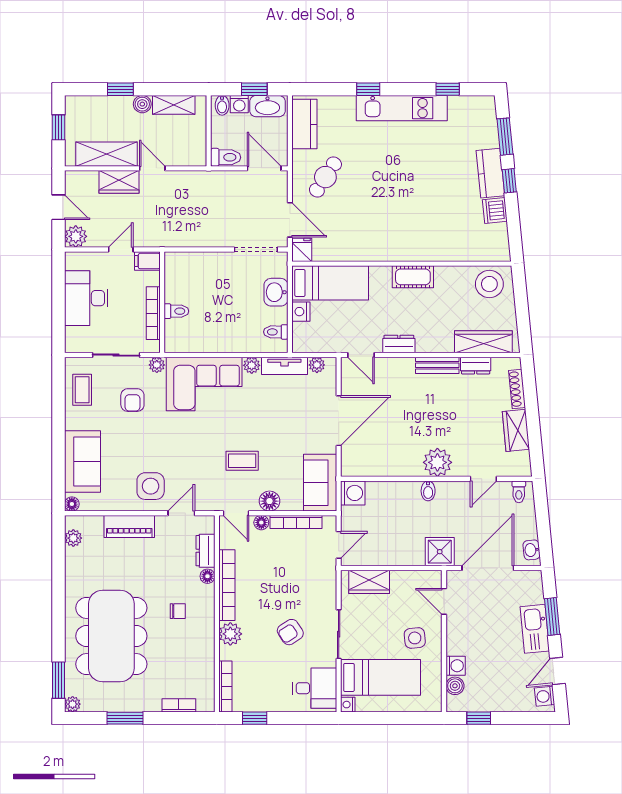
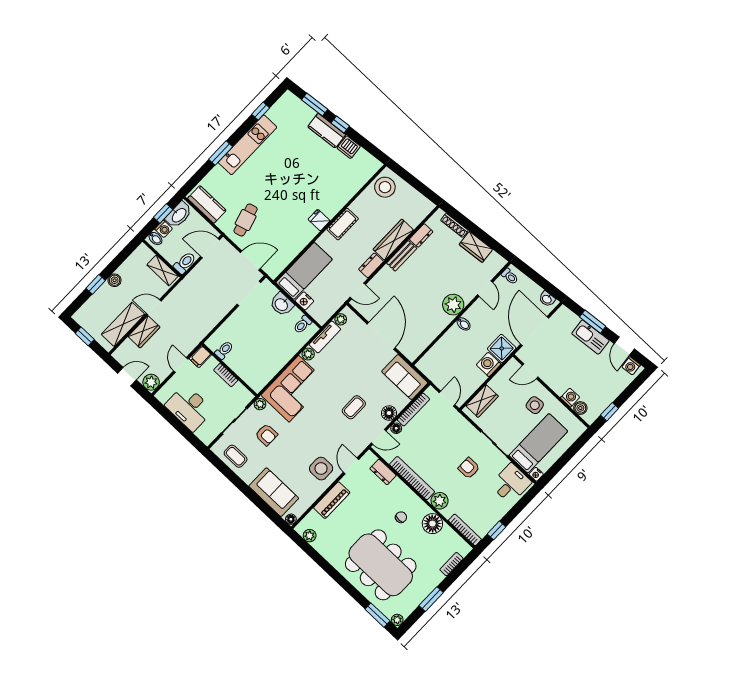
window: (368, 89) -> (221, 153), width x1.50
shelving: (174, 105) -> (163, 270), moved, turned 90
cafe table: (325, 177) -> (246, 220), turned 41
fridge: (302, 250) -> (319, 220), moved
toilet: (176, 311) -> (224, 350), moved
bookcase: (153, 313) -> (226, 375), width x0.64
wardrobe: (483, 342) -> (393, 240), moved
washing machine: (353, 493) -> (489, 364), moved, turned -90
floor lamp: (207, 576) -> (432, 524), moved, width x1.89, depth x1.89
armchair: (290, 632) -> (469, 468), turned 123

